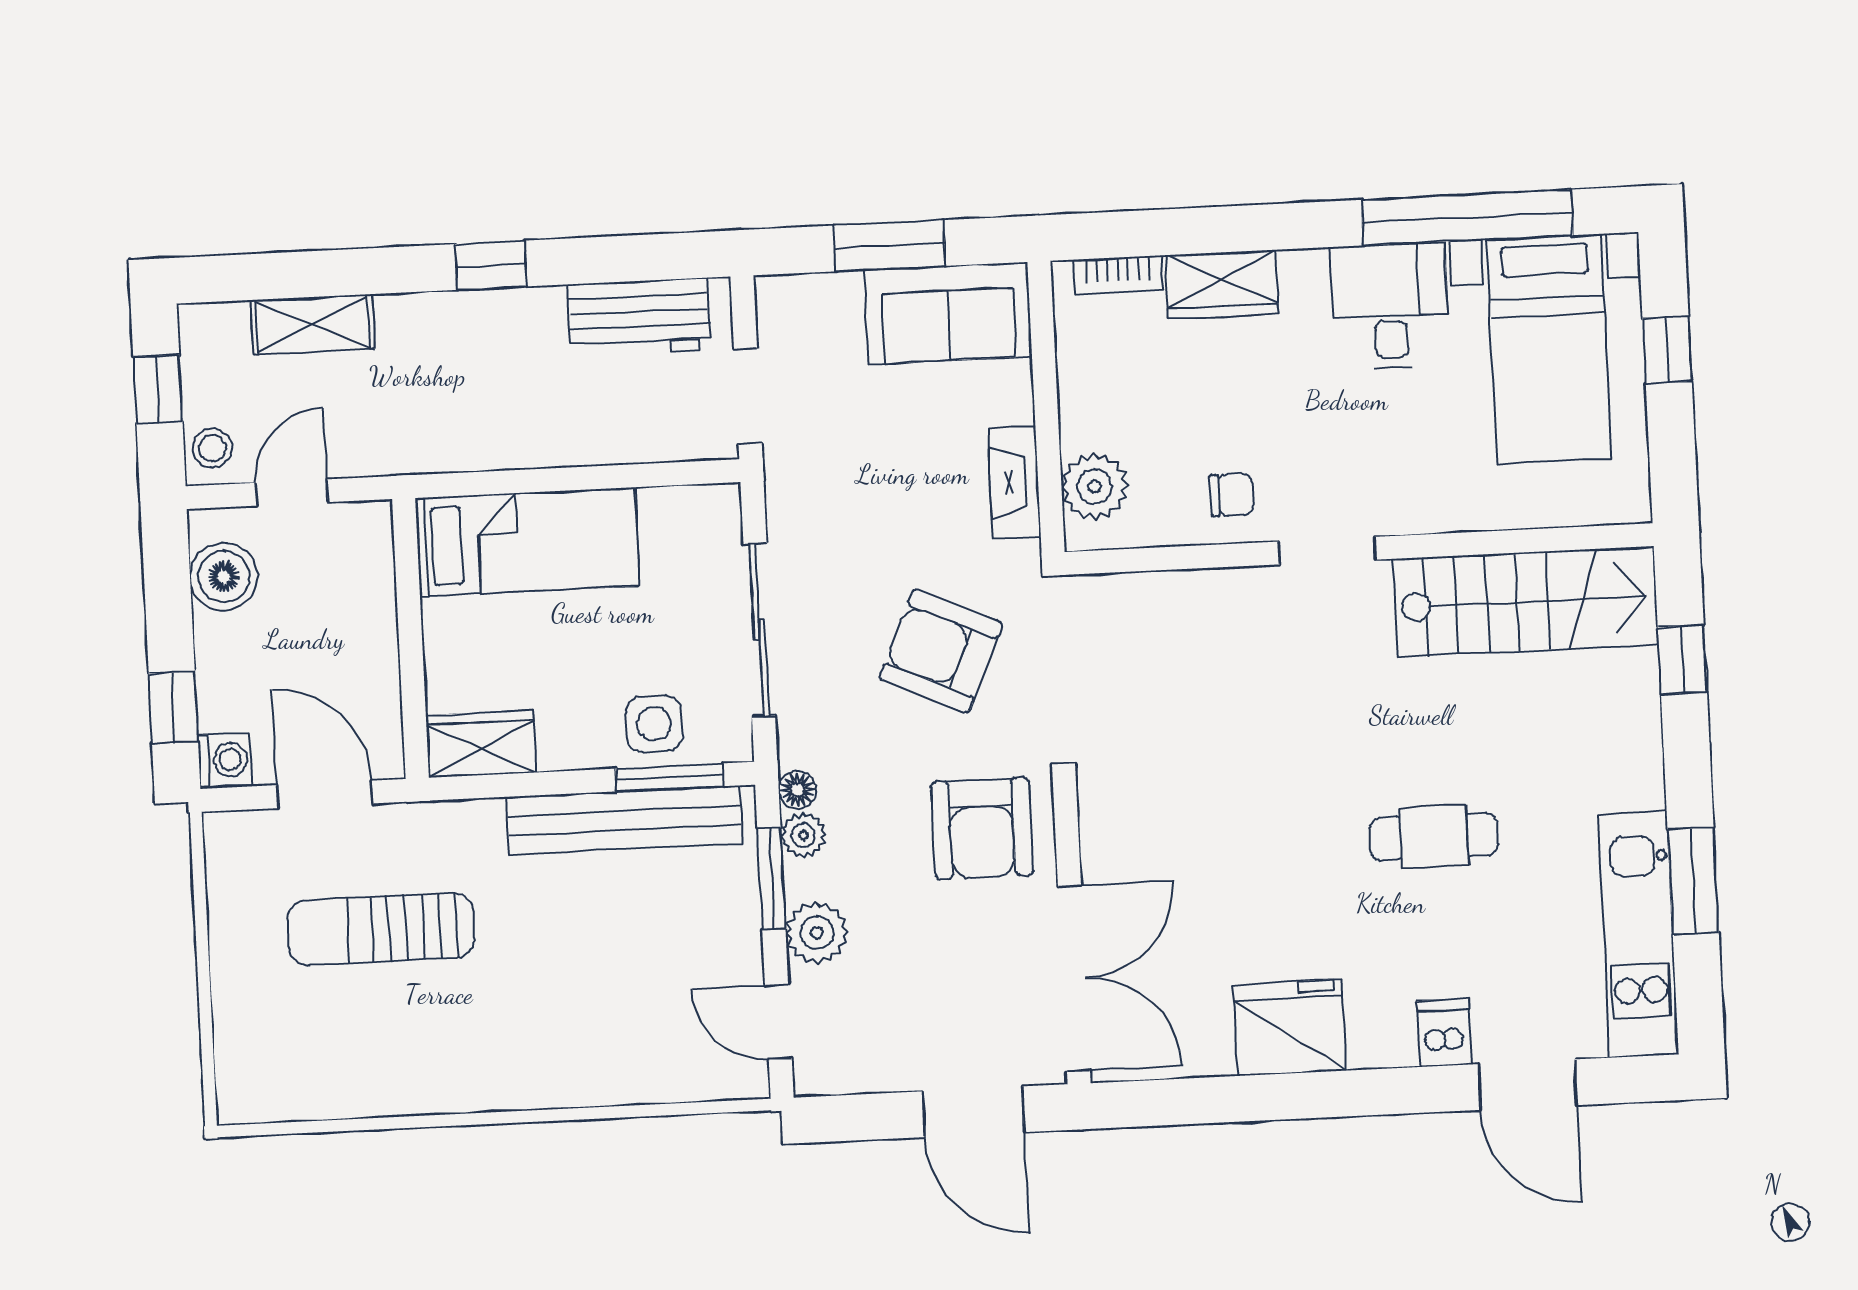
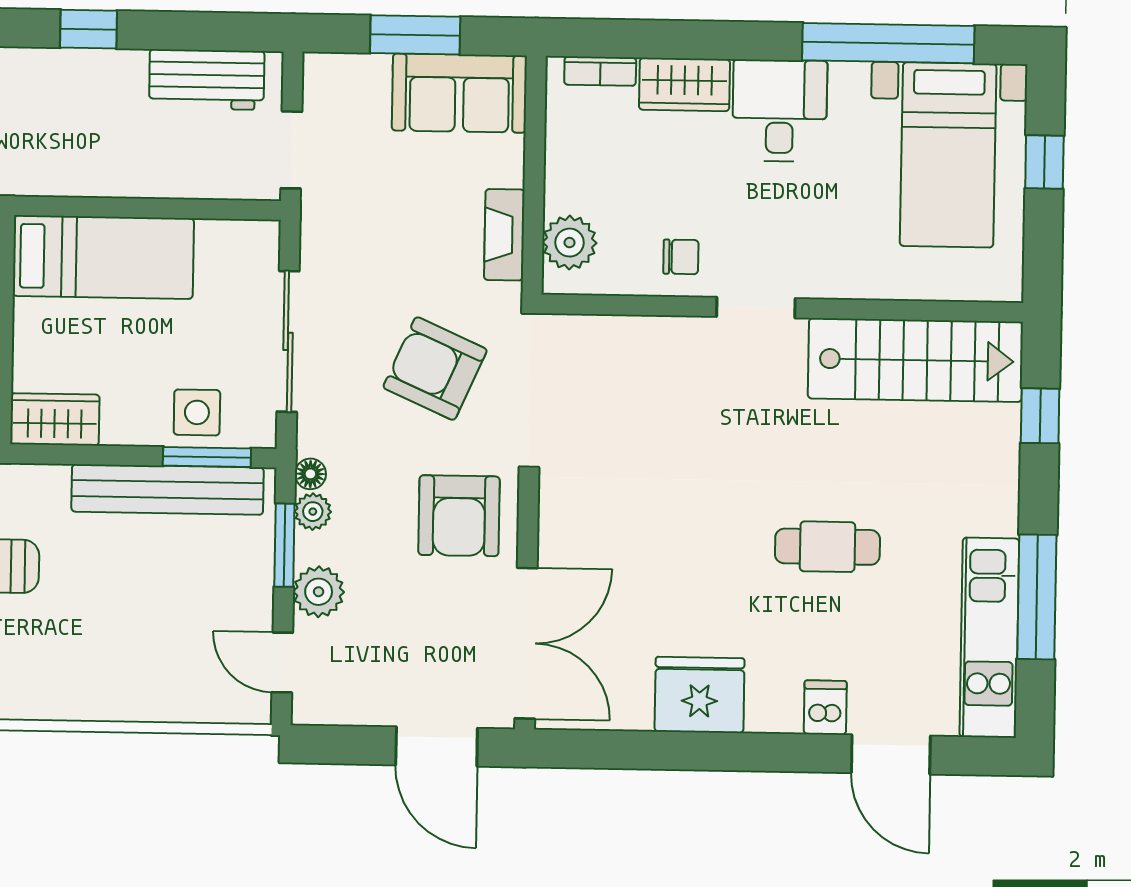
desk: (1390, 306) -> (780, 111), moved
window: (1693, 881) -> (1037, 597), width x1.44

